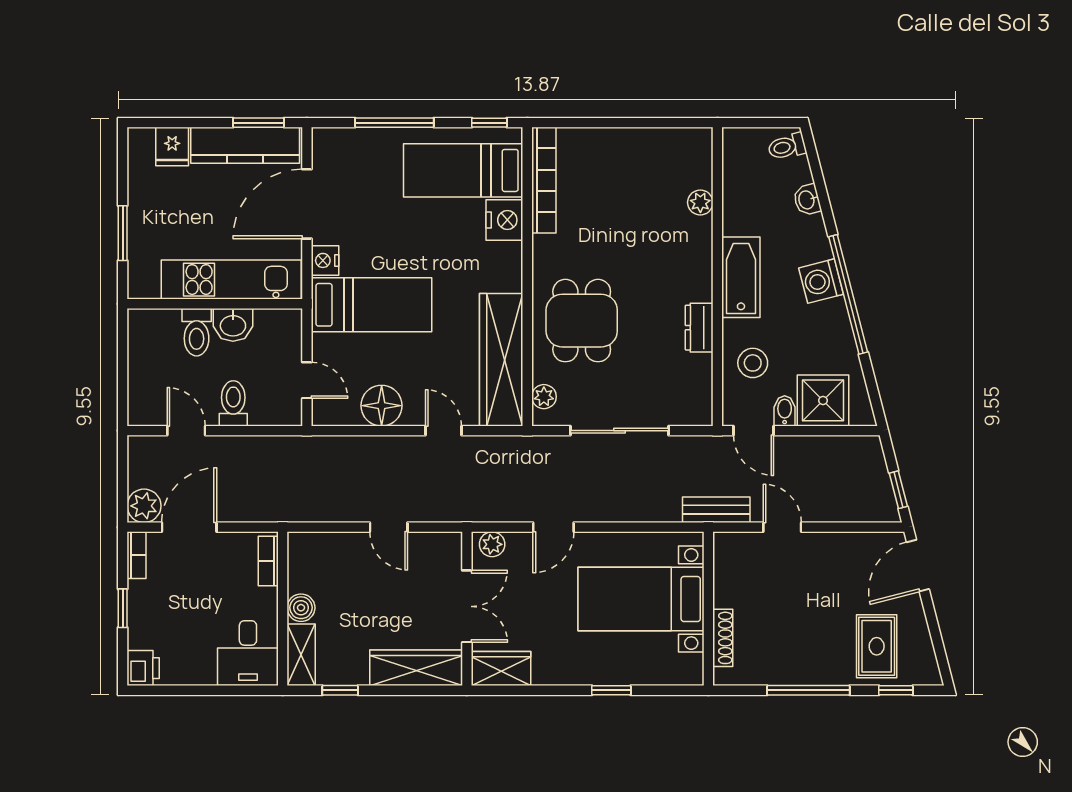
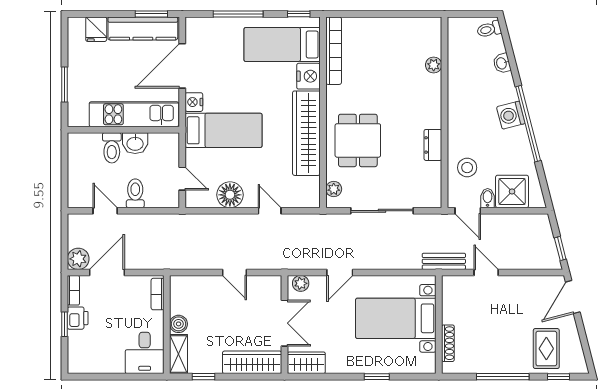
bathtub: (741, 277) -> (460, 113), removed
wardrobe: (501, 360) -> (306, 133), moved
printer: (143, 668) -> (78, 318), moved

